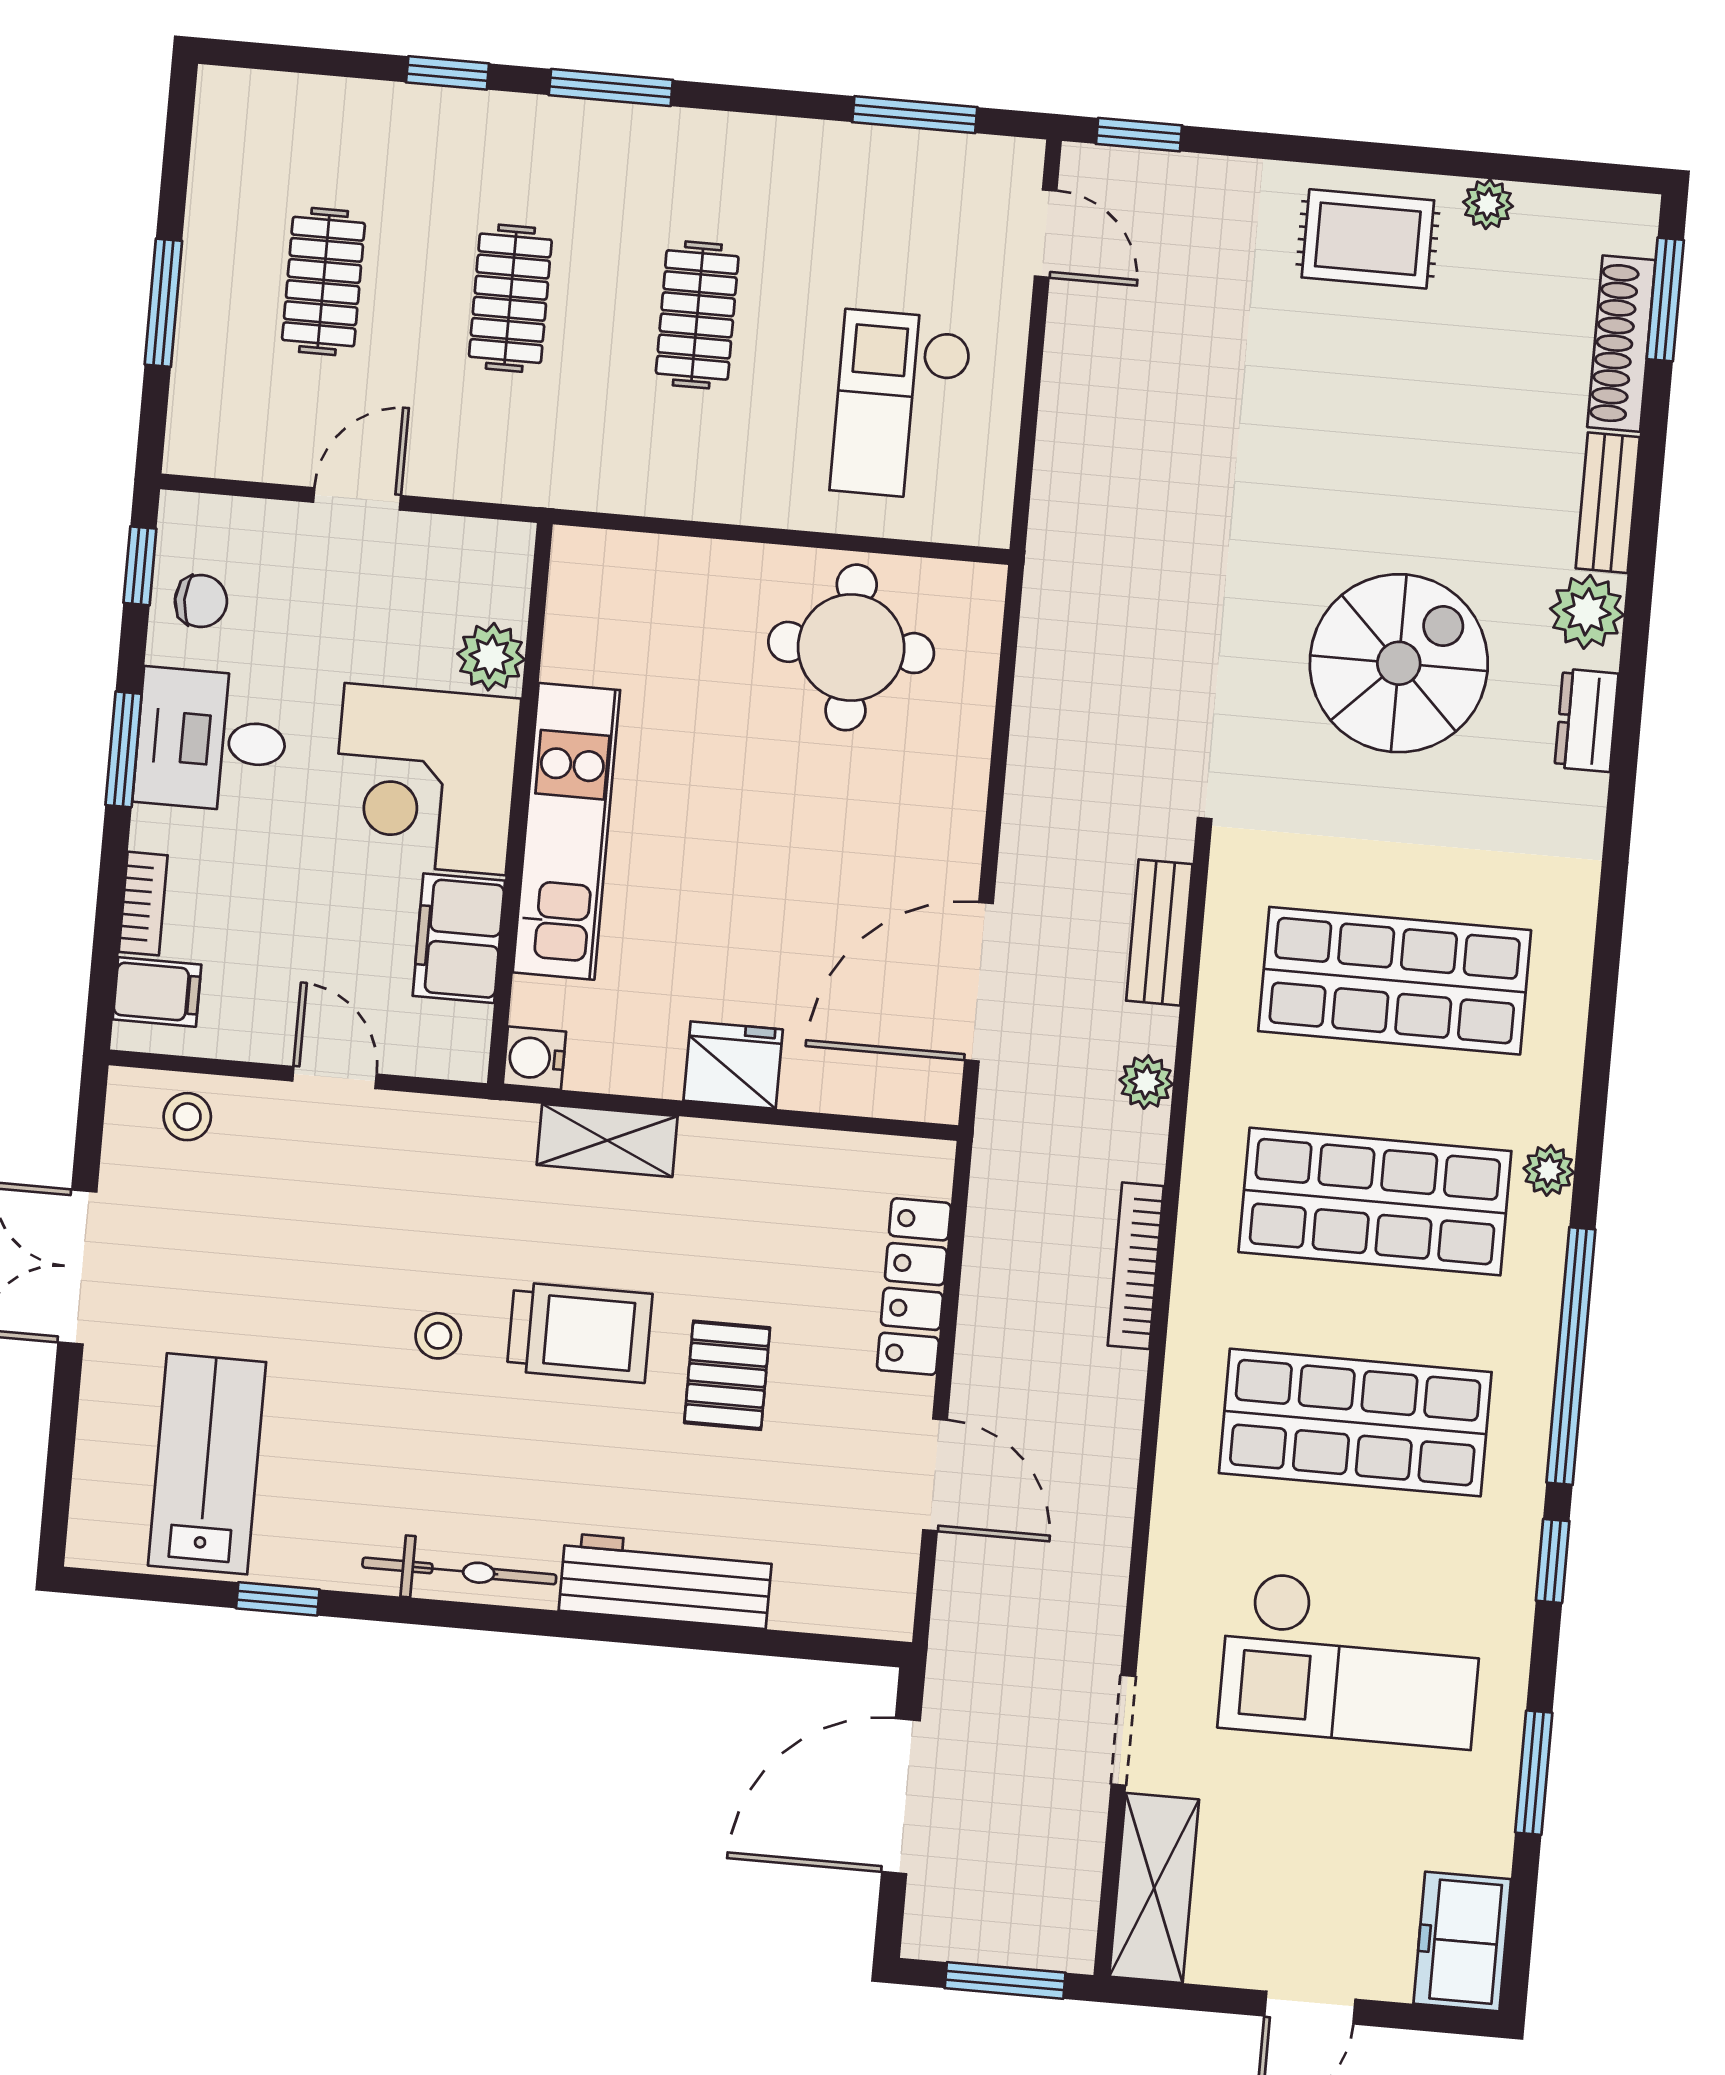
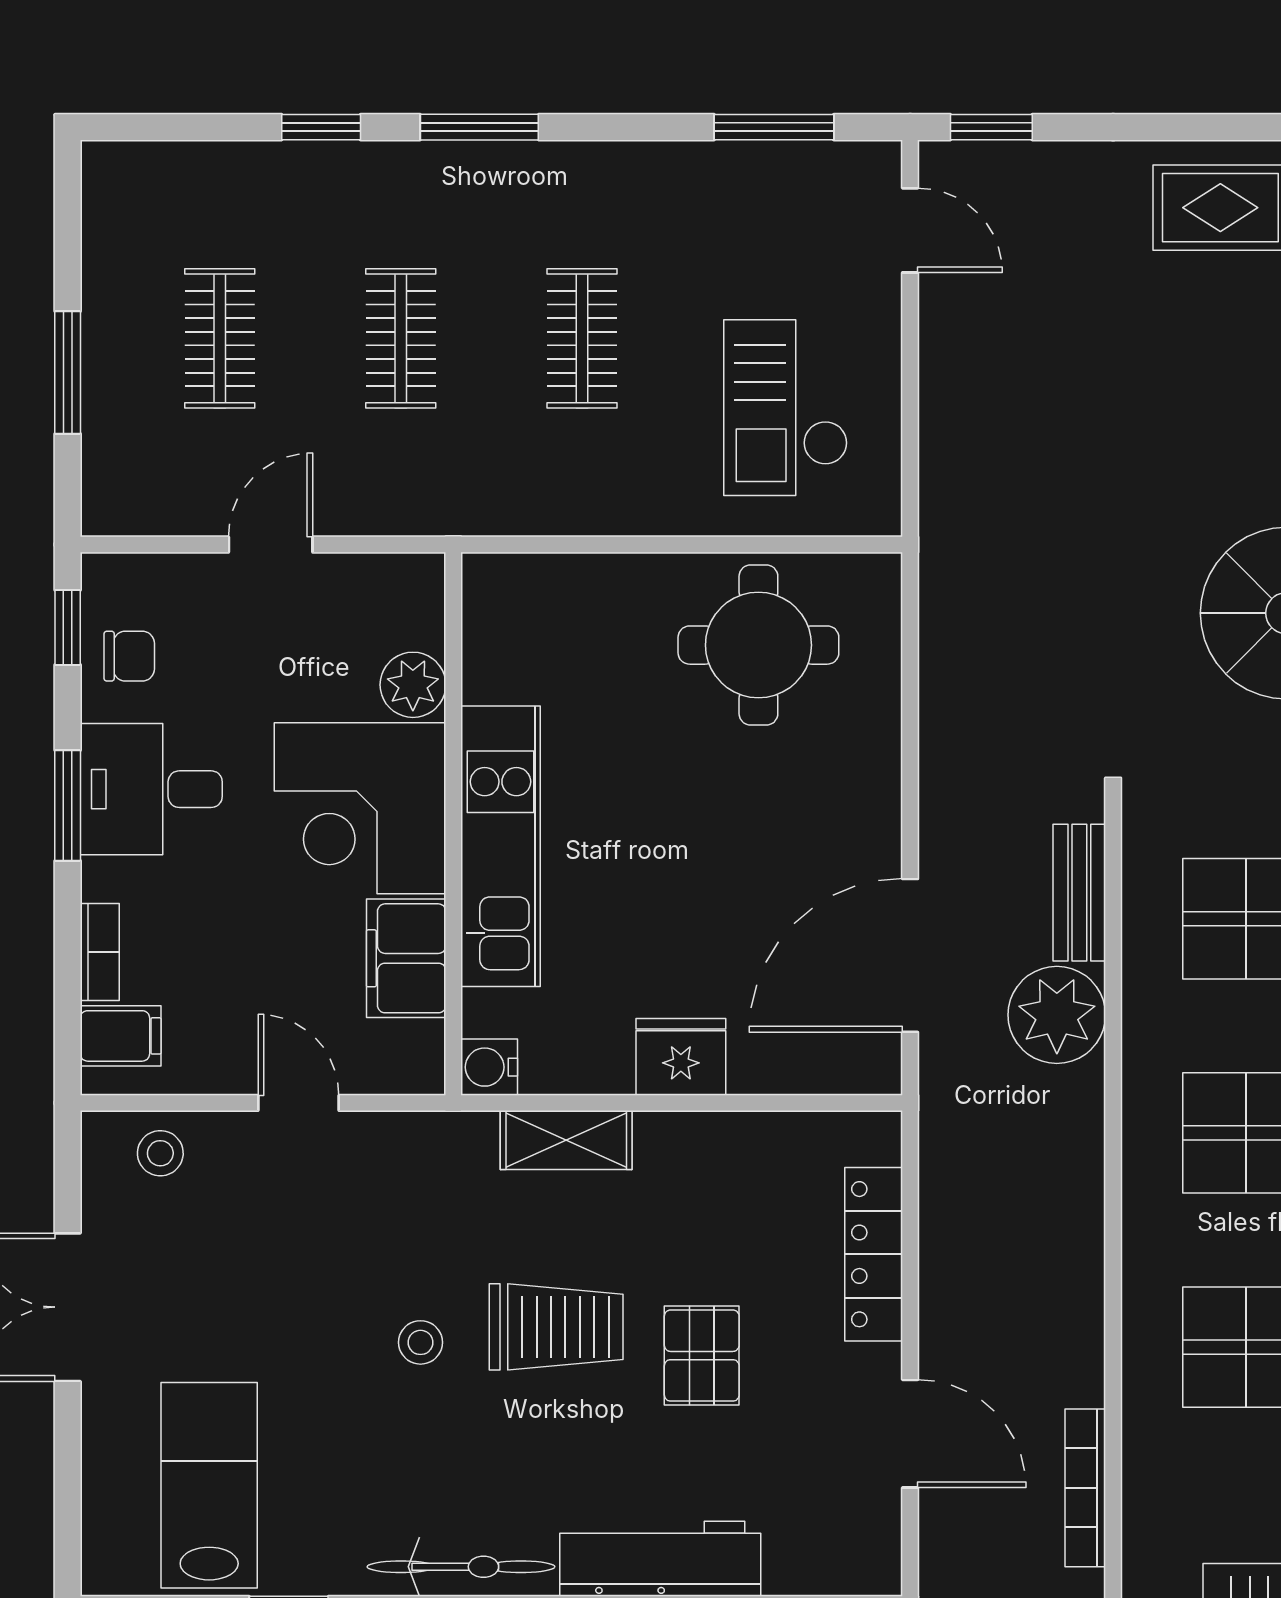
plant: (1146, 1082) -> (1057, 1015), width x1.88, depth x1.88
bookcase: (1136, 1266) -> (1085, 1488), moved

